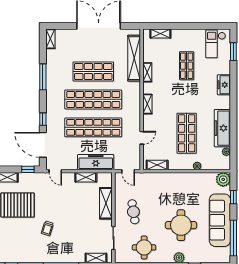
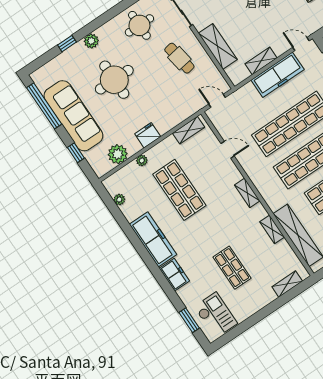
freezer: (222, 128) -> (153, 239), moved
door: (142, 138) -> (228, 150), swing flipped
freezer: (96, 162) -> (278, 75), moved
fridge: (183, 179) -> (148, 135), added
plant: (223, 179) -> (118, 154), moved

